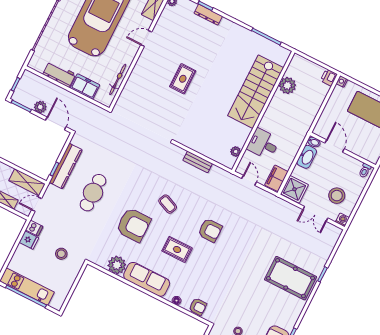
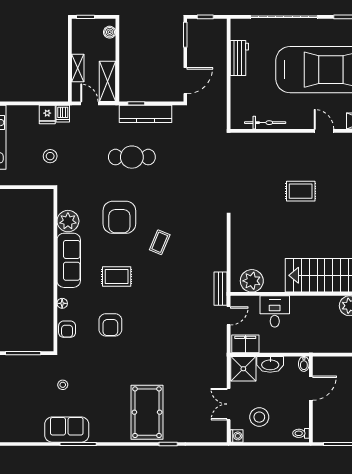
freezer: (85, 87) -> (240, 92), removed
plant: (40, 107) -> (194, 55), removed
plant: (236, 152) -> (252, 281), width x1.88, depth x1.88
washbasin: (307, 157) -> (270, 364), moved
bench: (198, 162) -> (220, 289), moved
armchair: (210, 230) -> (110, 325), moved
rug: (177, 249) -> (117, 277), turned 90

